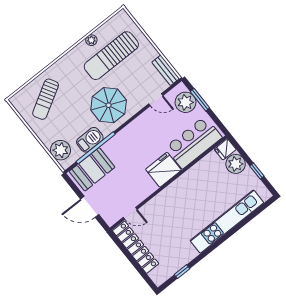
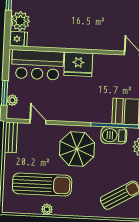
plant: (186, 102) -> (12, 100), width x0.53, depth x0.53

